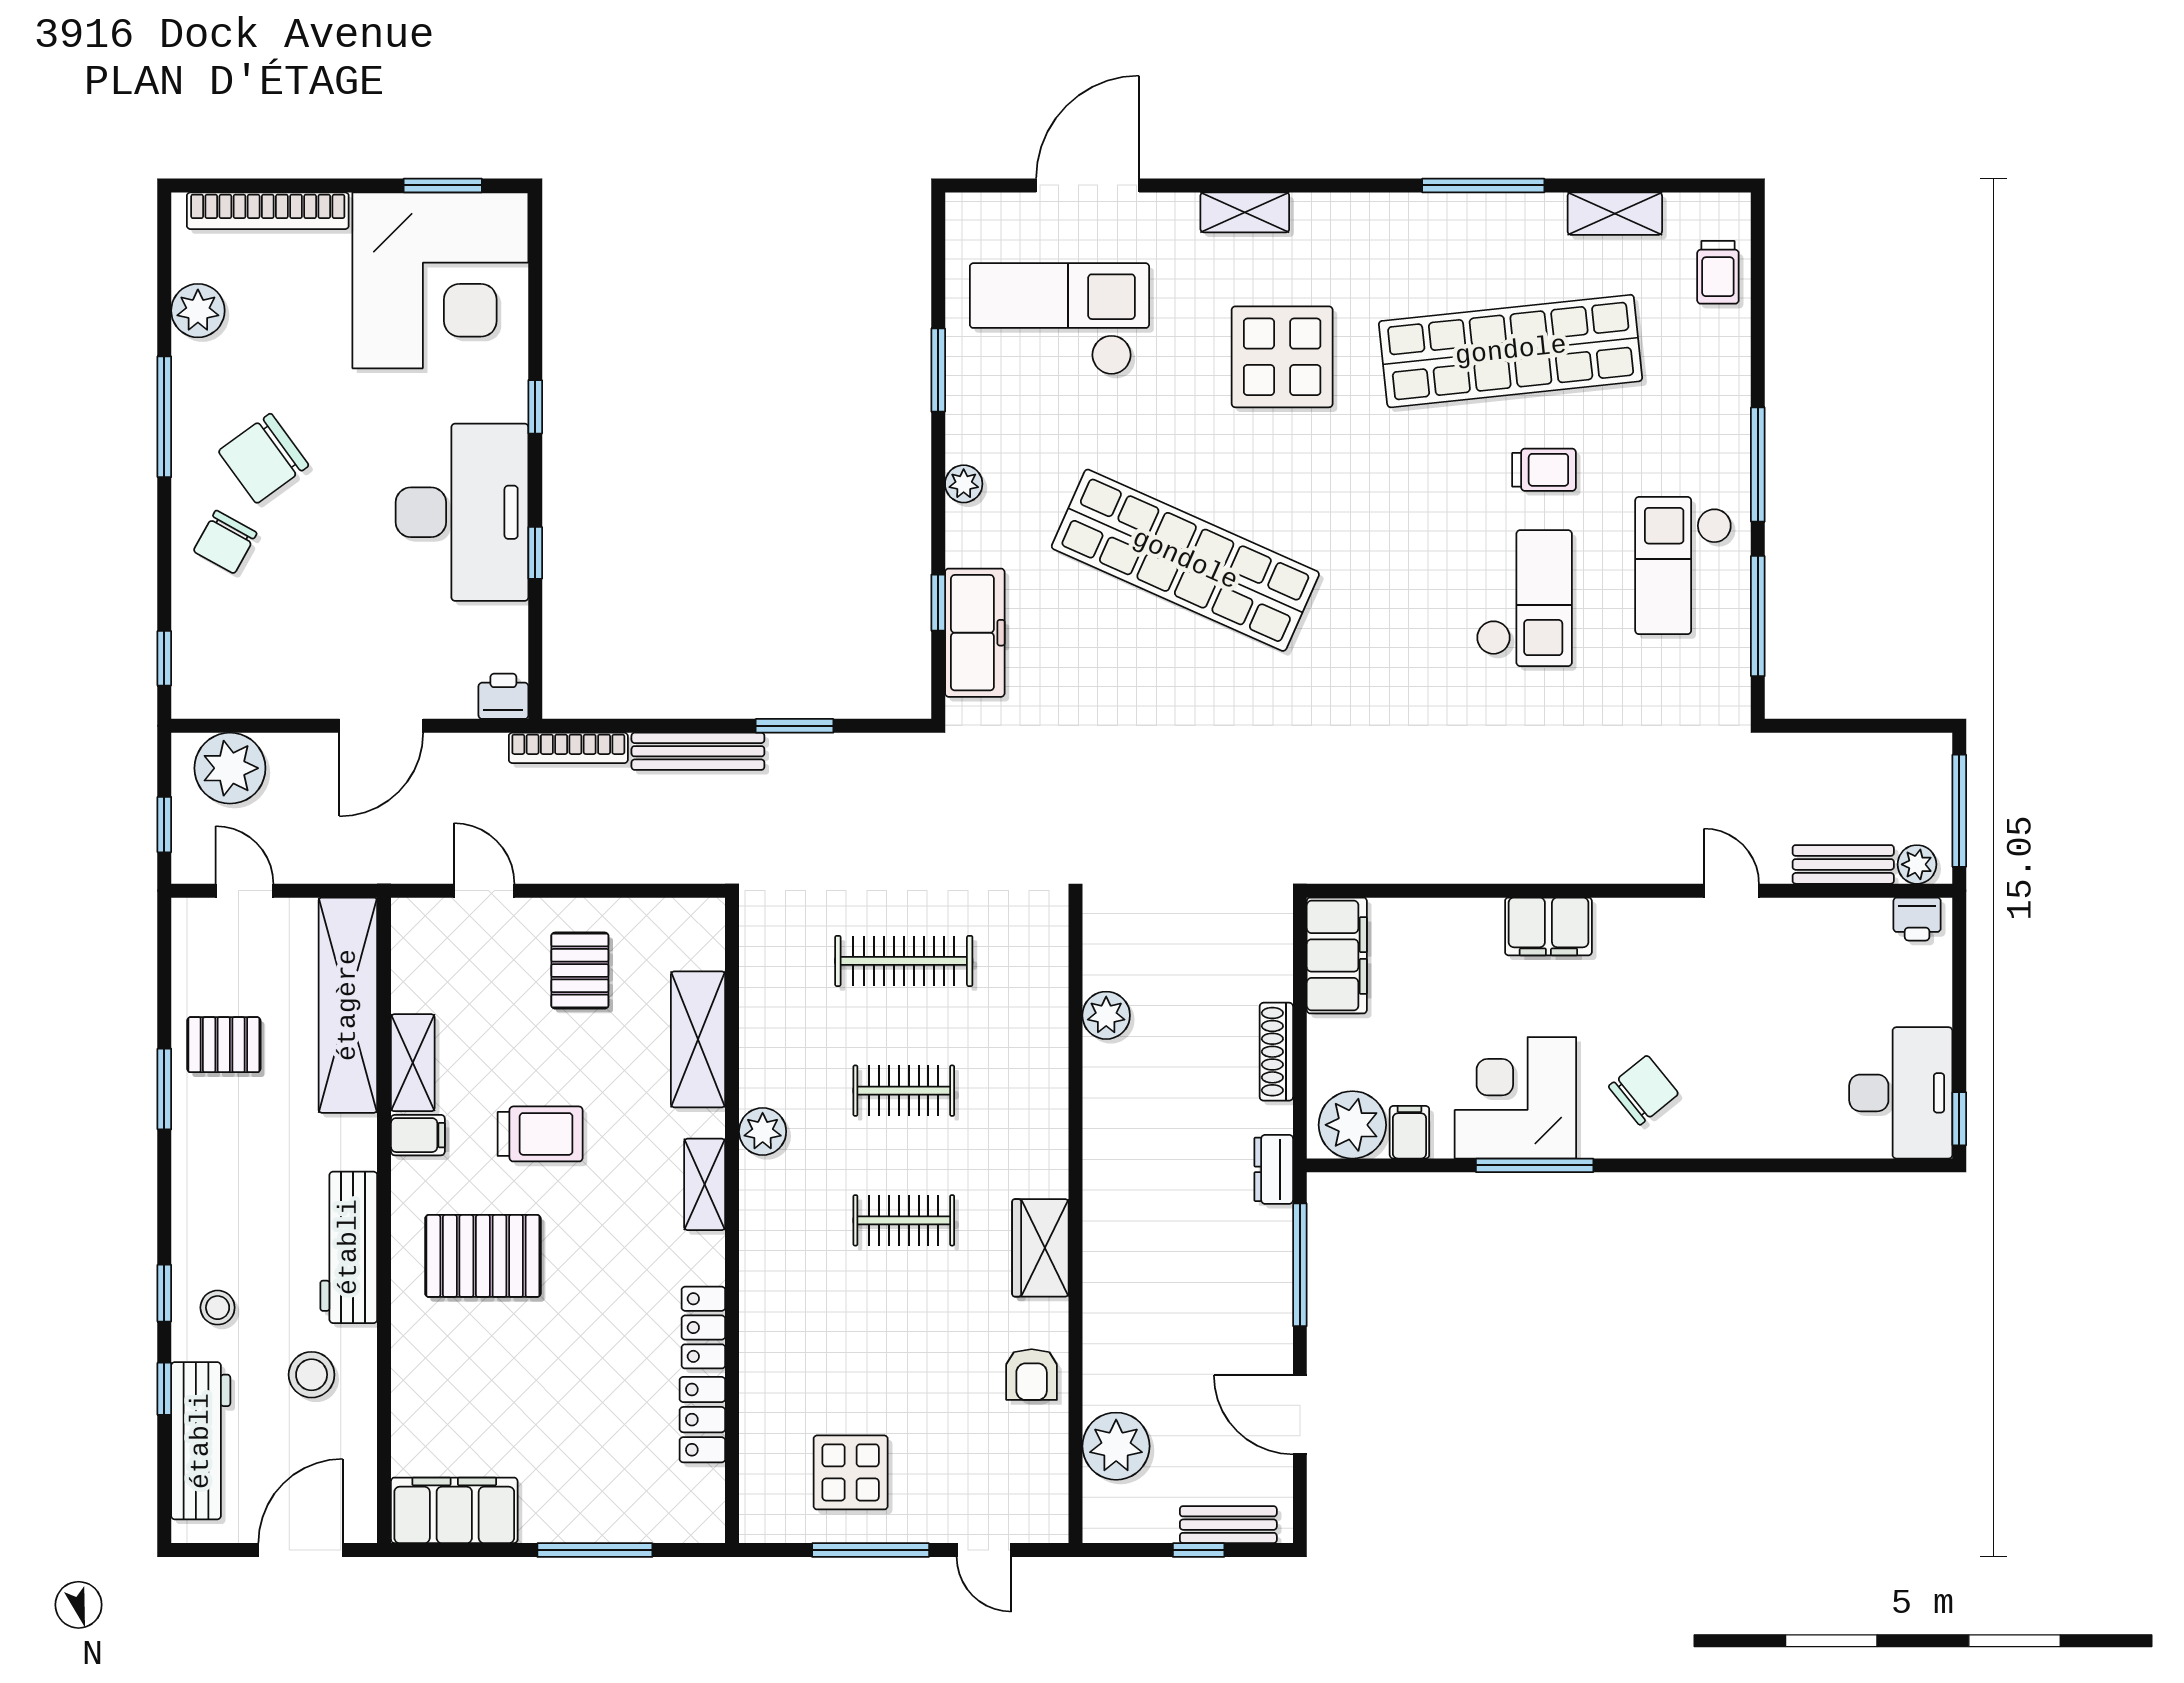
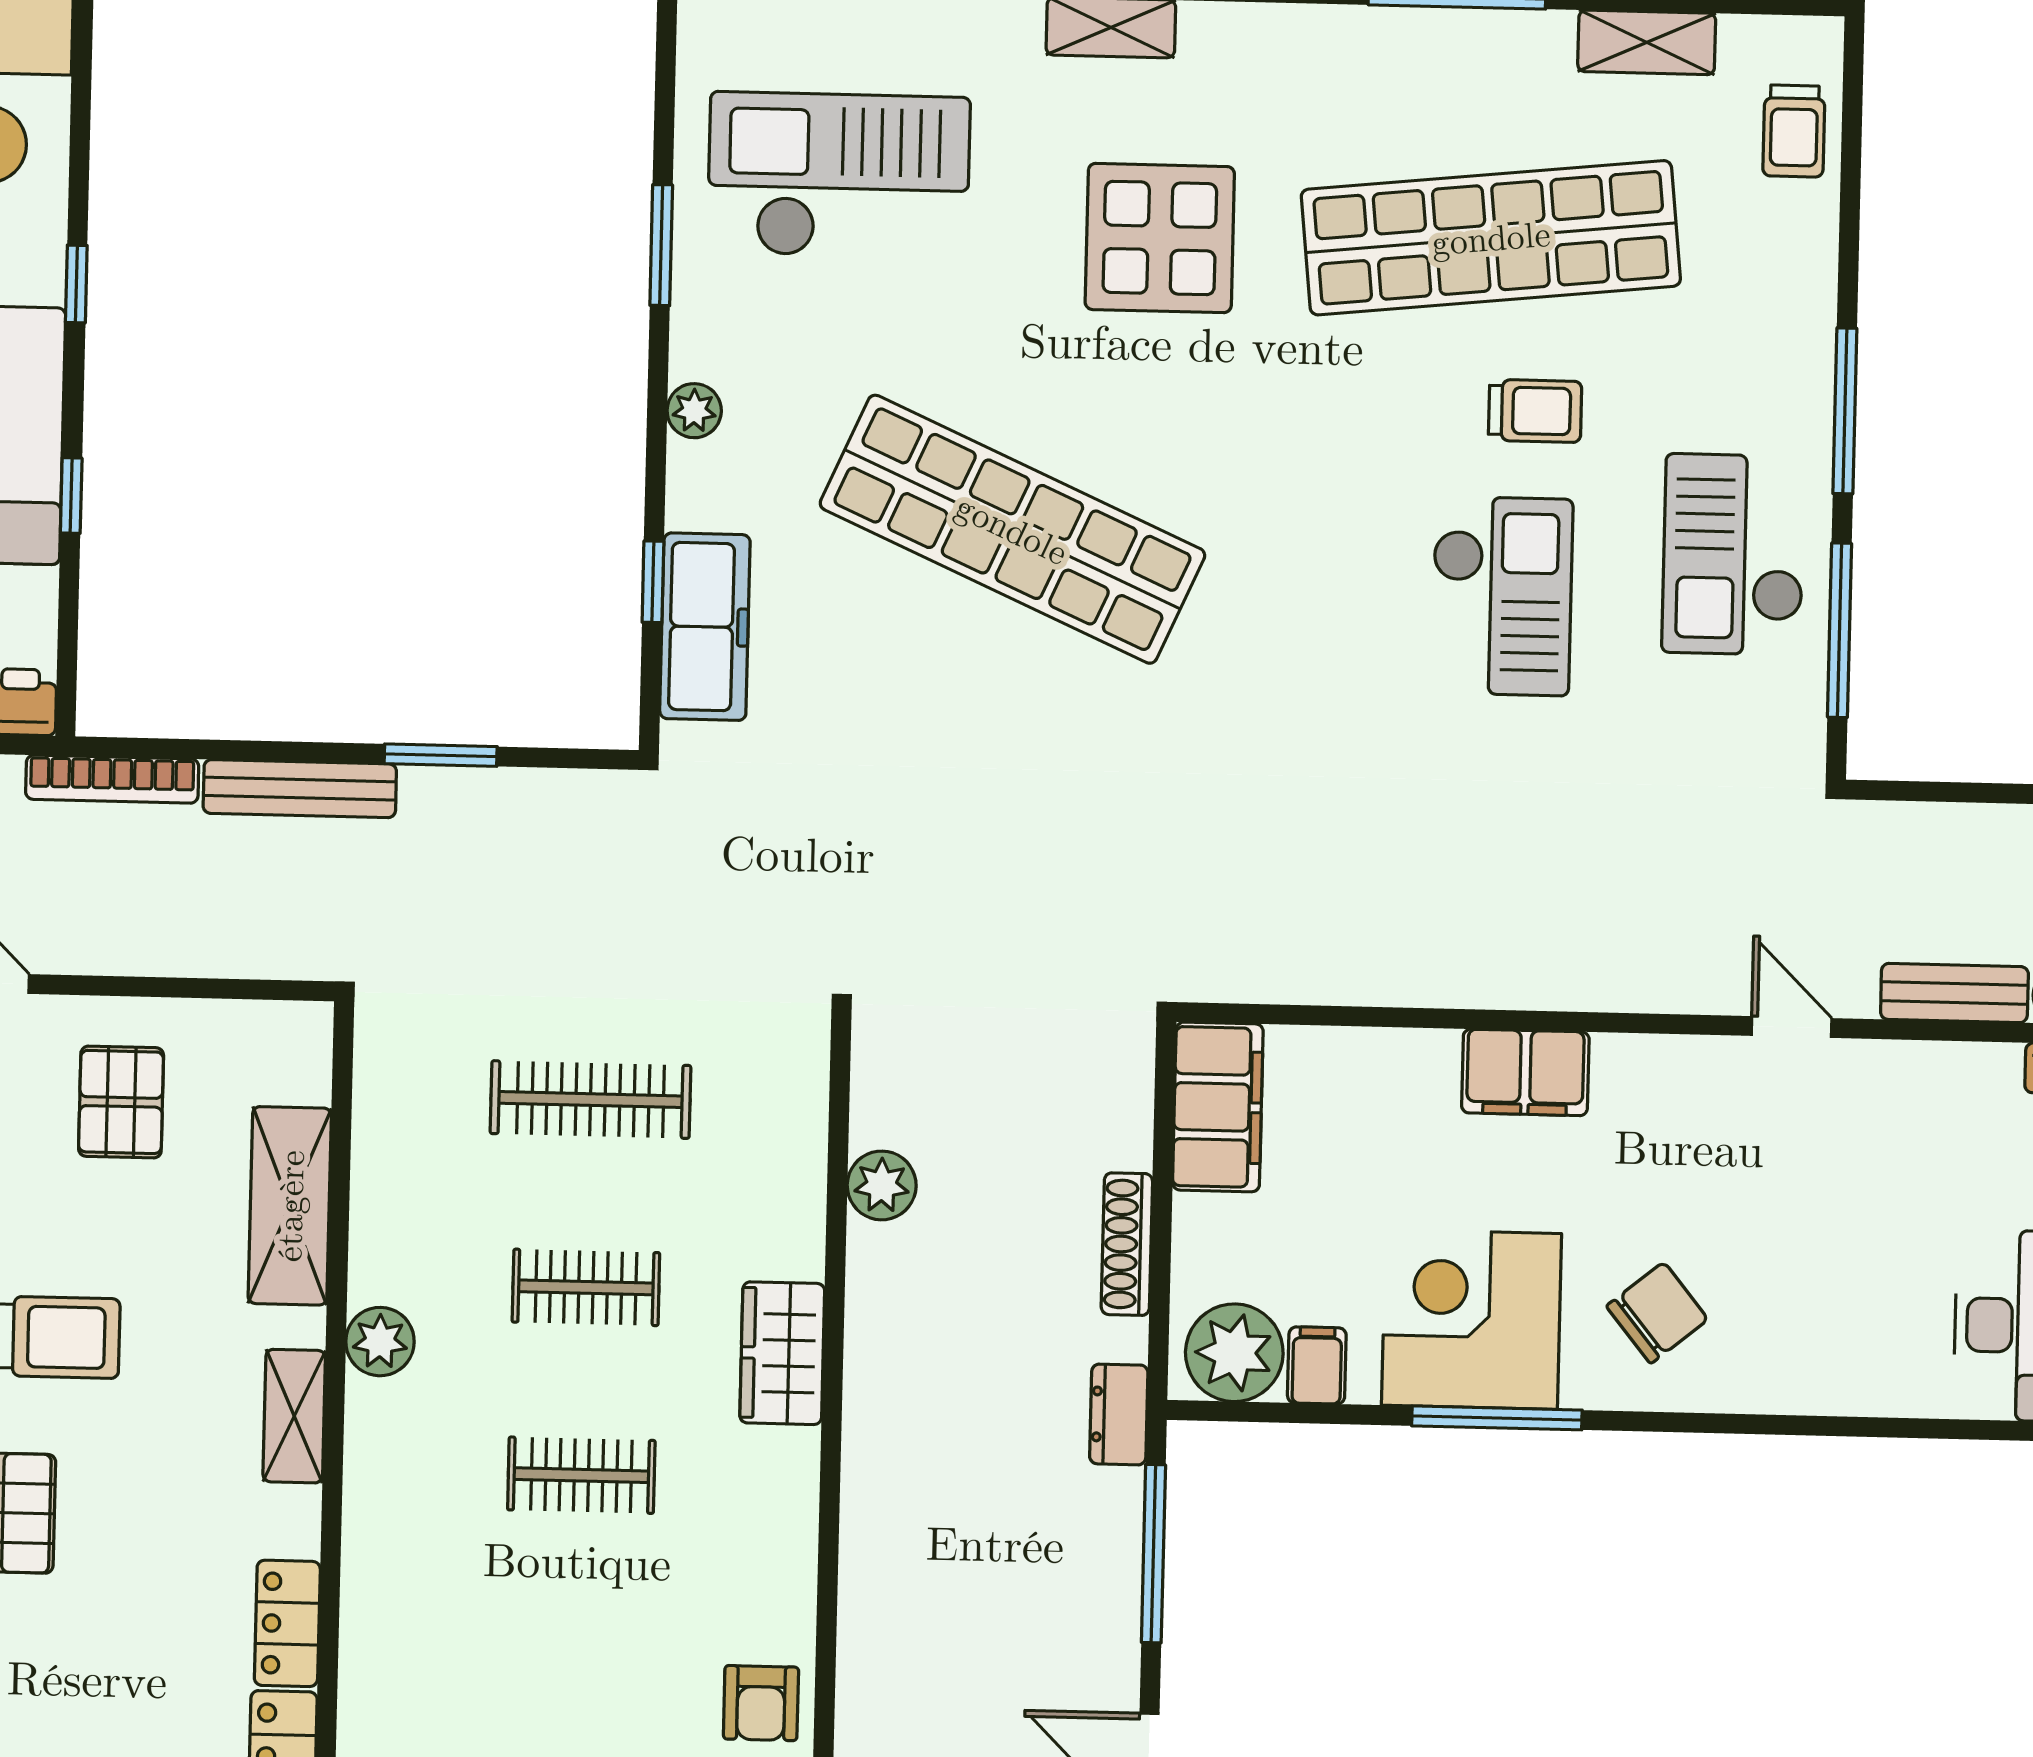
wardrobe: (1040, 1248) -> (782, 1353), moved

